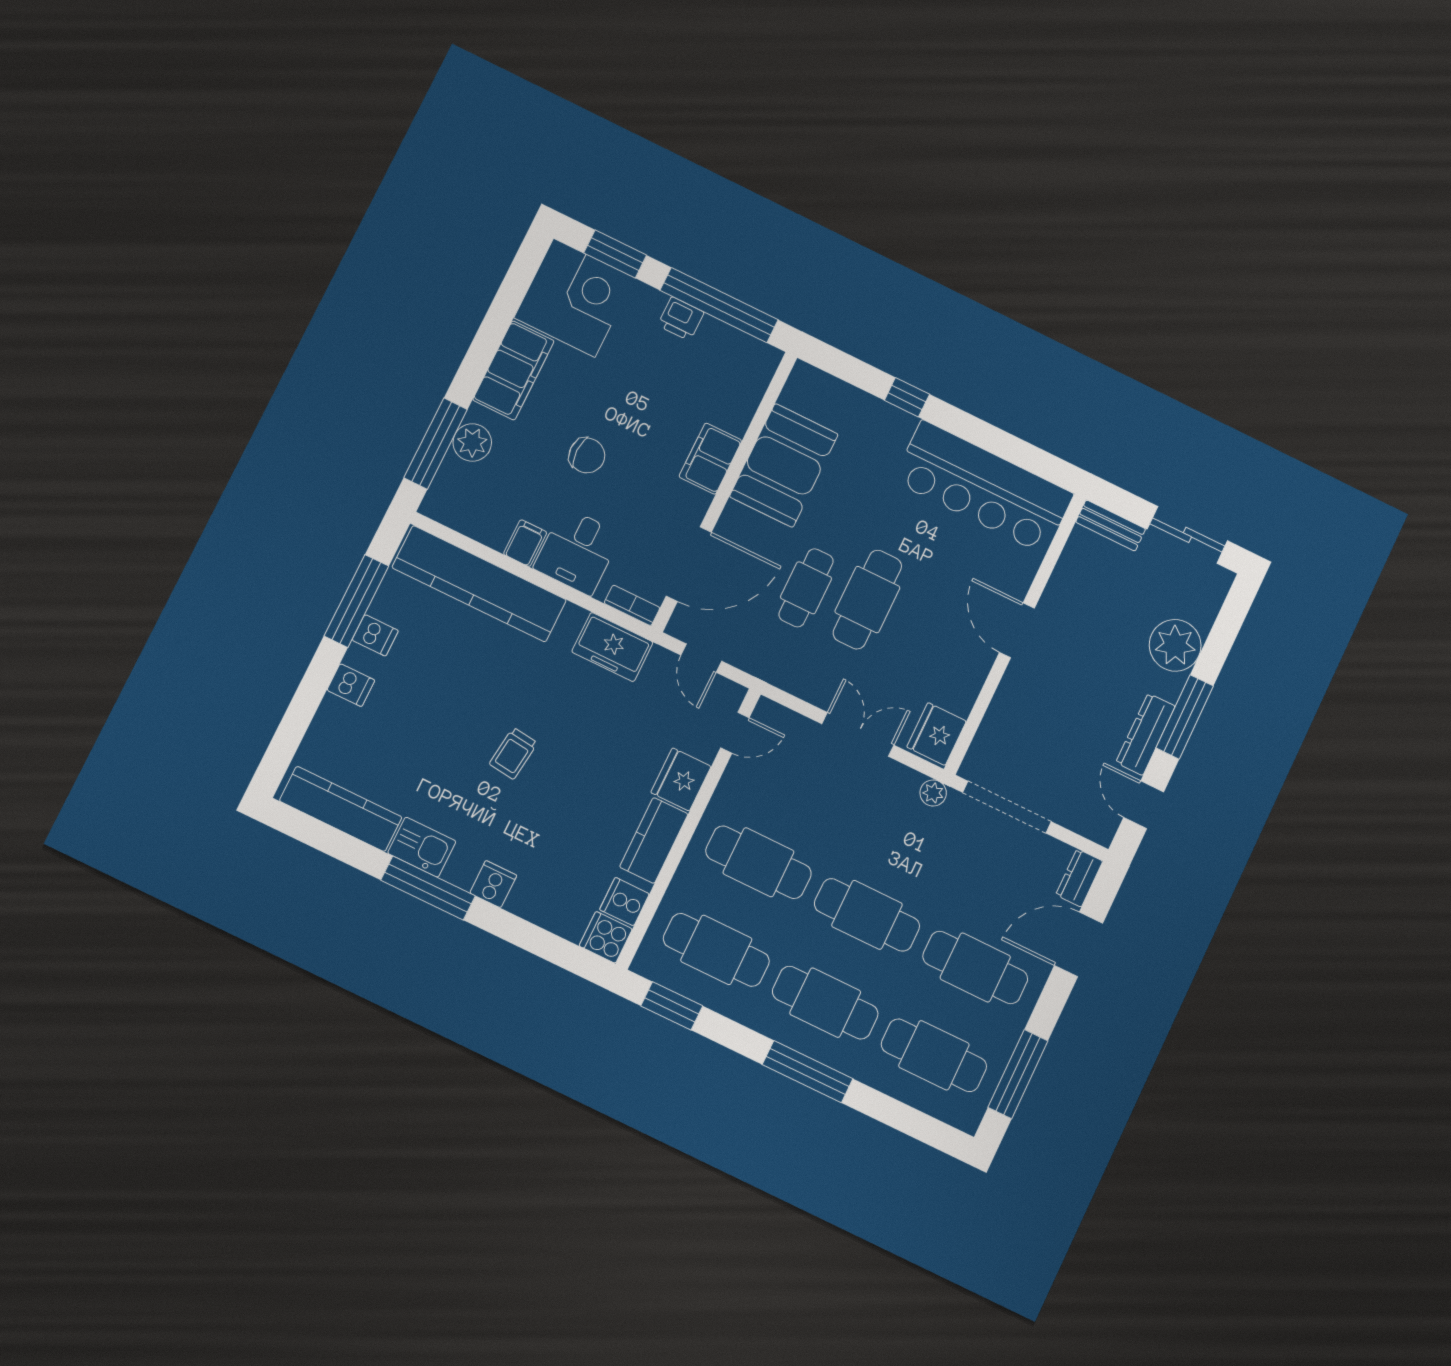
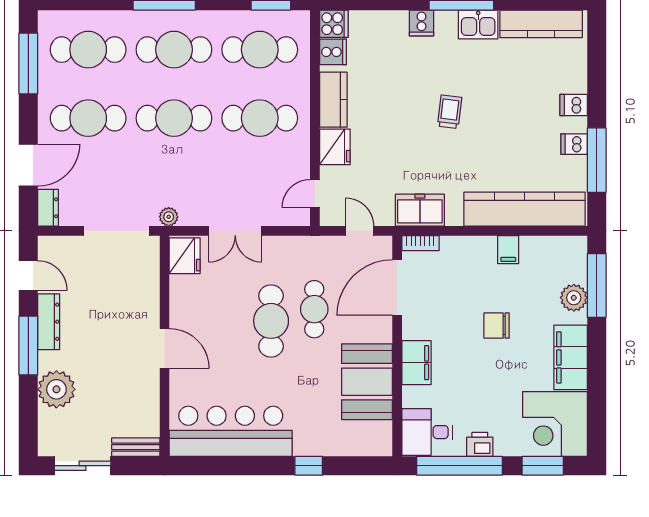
desk: (577, 551) -> (427, 432), moved, turned -90

